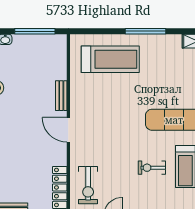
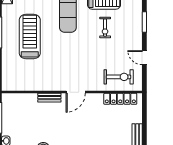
treadmill: (110, 59) -> (30, 37), moved

